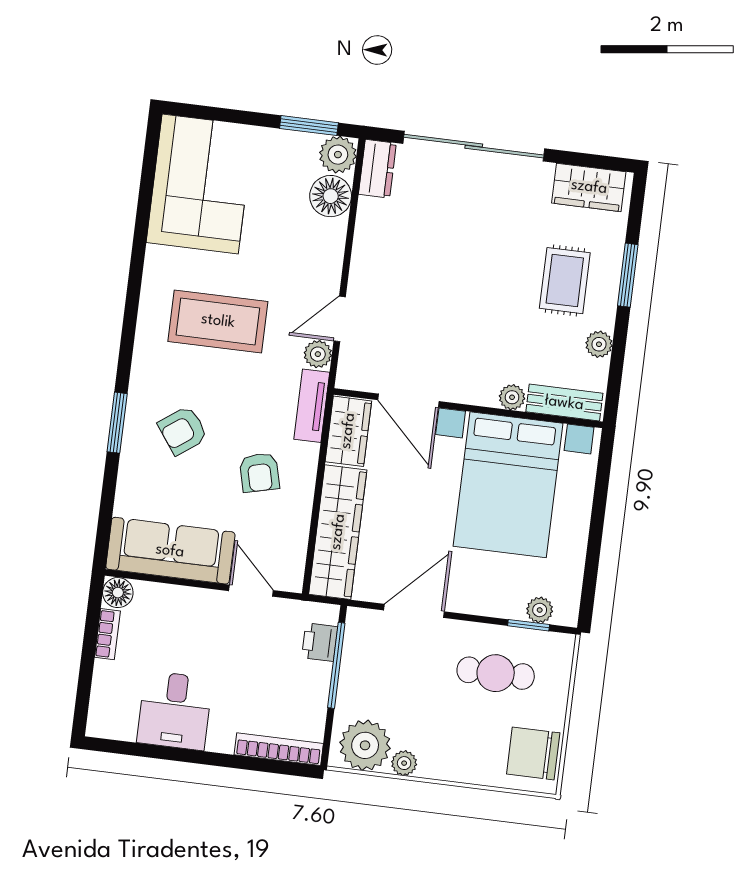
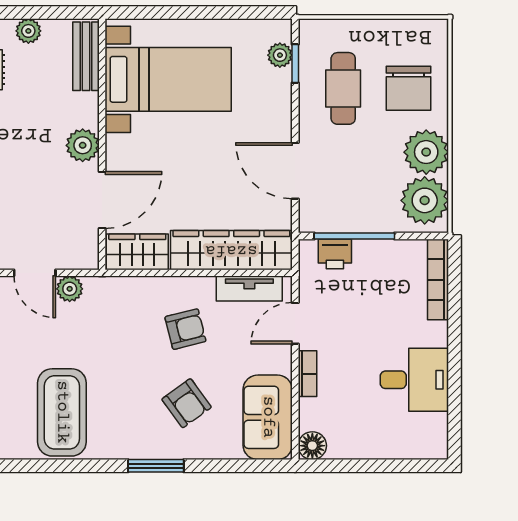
coffee table: (218, 321) -> (62, 412), moved
plant: (512, 397) -> (83, 145), moved, width x1.38, depth x1.38
tv unit: (312, 406) -> (249, 288), moved
armchair: (183, 430) -> (187, 403), moved
bed with nightstands: (508, 485) -> (168, 79), width x0.73
sofa: (170, 551) -> (268, 417), width x0.73
bookcase: (107, 634) -> (307, 374), moved, turned 90
chair: (533, 753) -> (409, 88), moved
plant: (404, 763) -> (426, 152), width x1.87, depth x1.87

